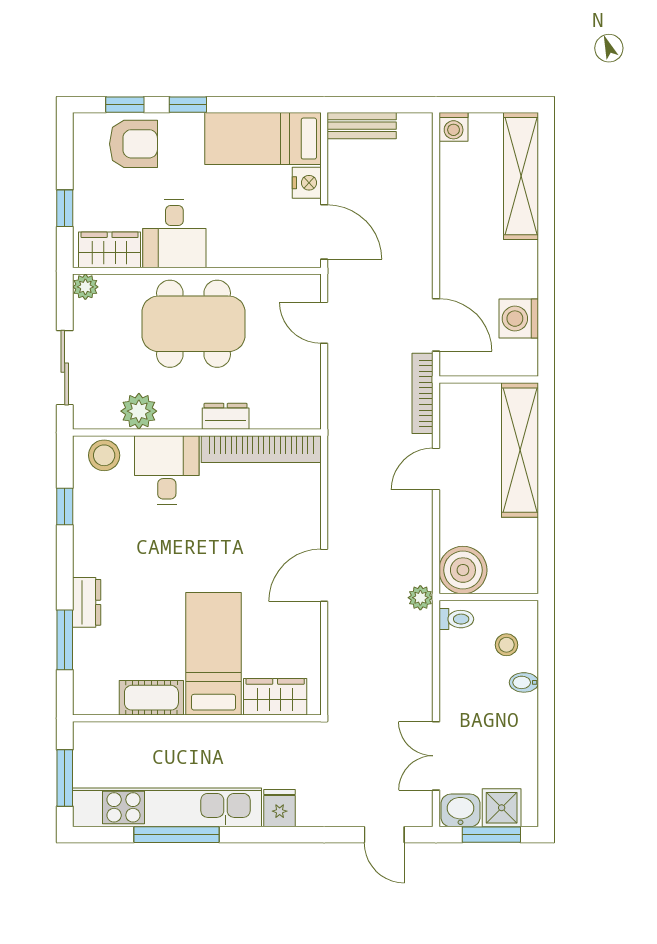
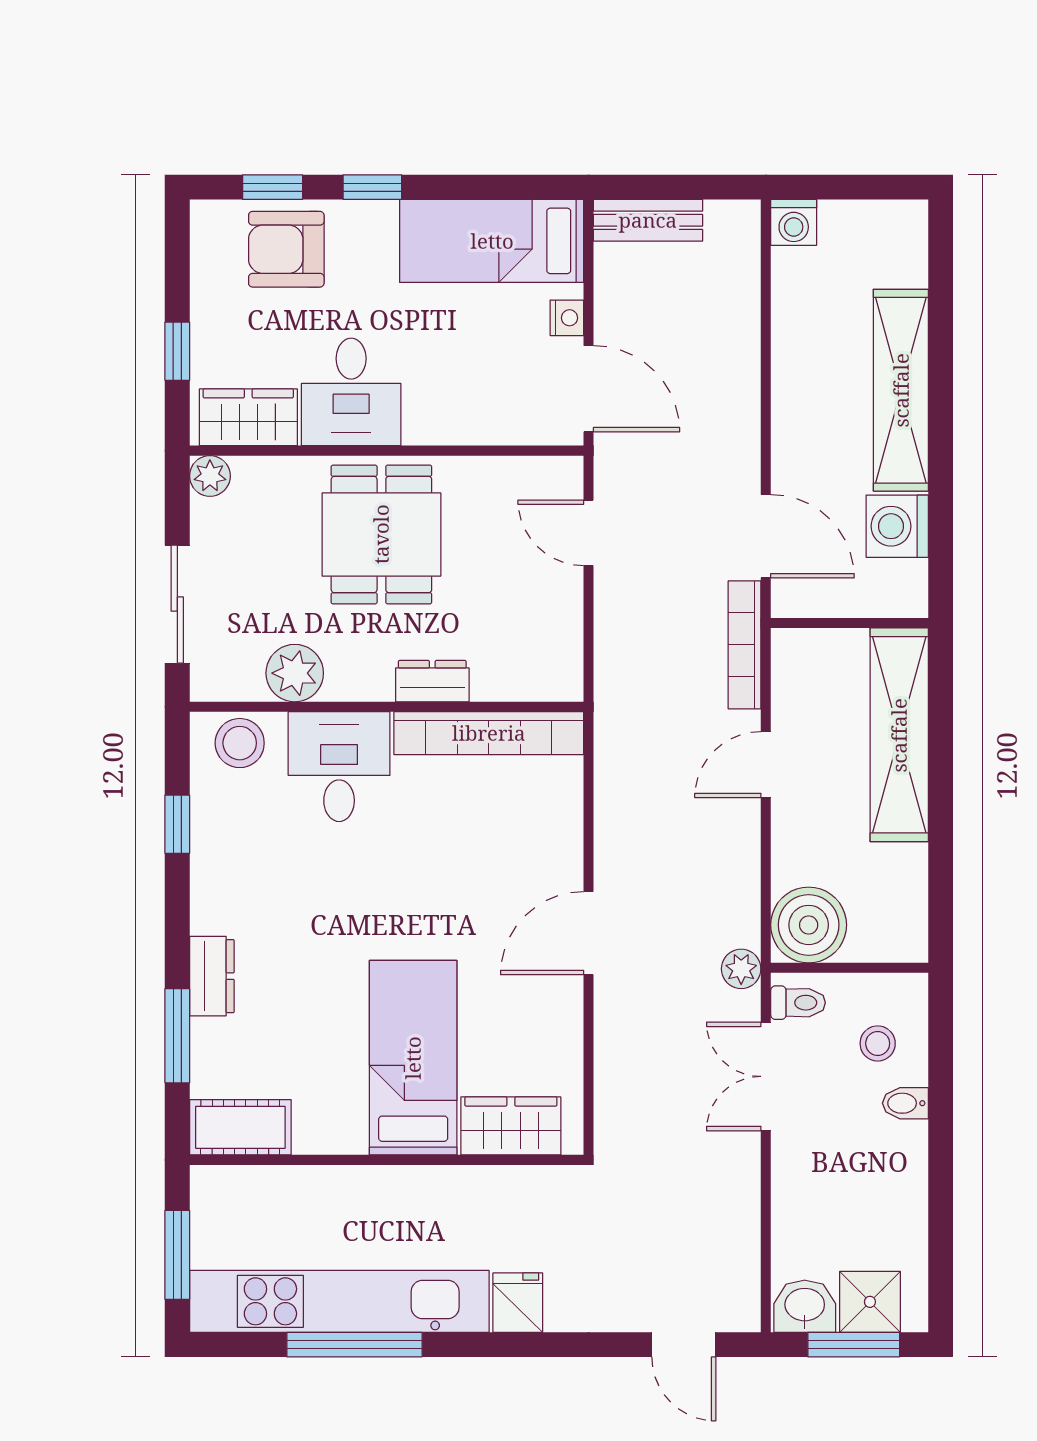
armchair: (134, 144) -> (286, 249), turned 180
shelving: (521, 176) -> (901, 390), moved
nightstand: (307, 183) -> (567, 318), width x0.72, depth x0.74
dining table: (194, 324) -> (381, 534), width x0.73
cot: (151, 698) -> (240, 1127), moved
double door: (436, 756) -> (766, 1076), moved

